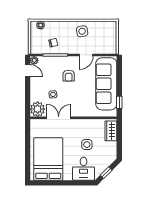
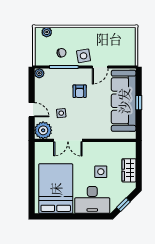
side table: (82, 31) -> (84, 56), moved
door: (28, 71) -> (32, 110), moved
window: (119, 102) -> (139, 103), moved
double door: (59, 118) -> (68, 140), swing flipped
wardrobe: (111, 131) -> (129, 170), moved
desk: (84, 169) -> (92, 200), width x1.37

